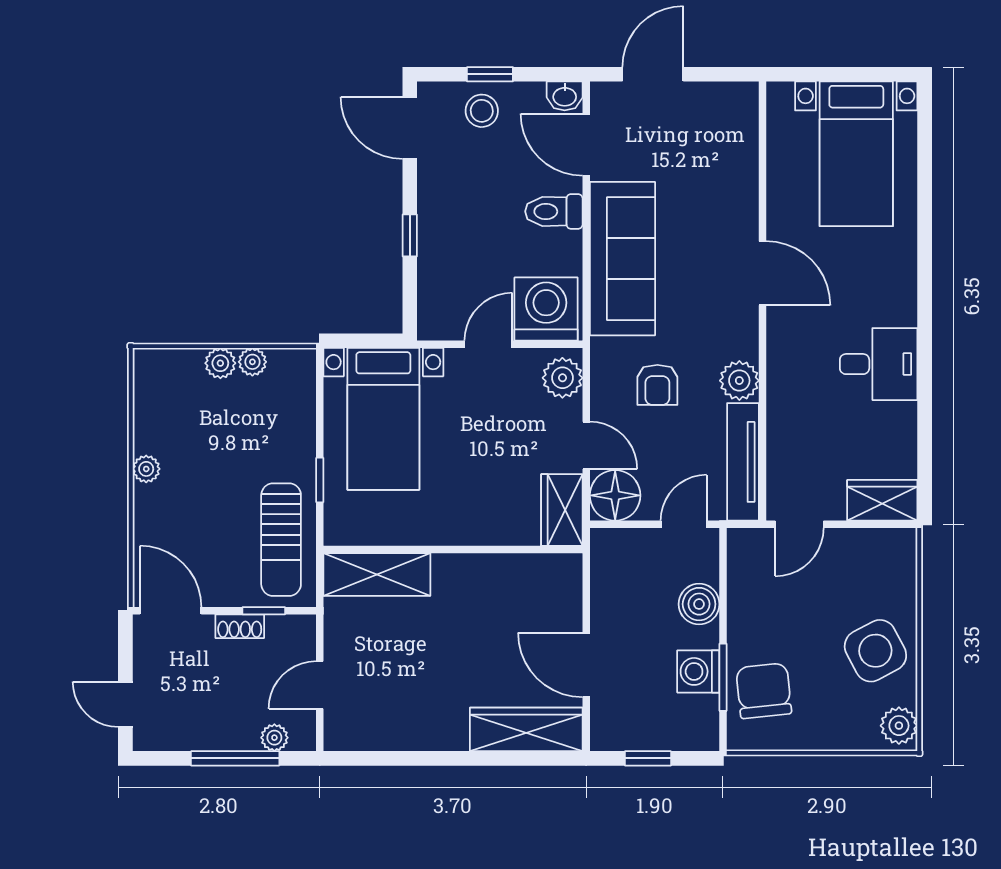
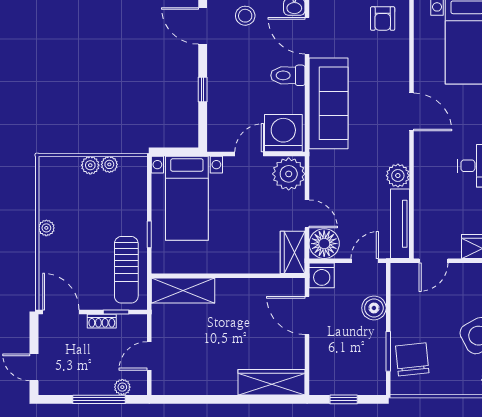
plant: (562, 378) -> (289, 174), width x1.36, depth x1.36
armchair: (657, 385) -> (383, 19), moved
door: (586, 665) -> (307, 316), moved
washing machine: (698, 671) -> (322, 275), moved, turned -90

